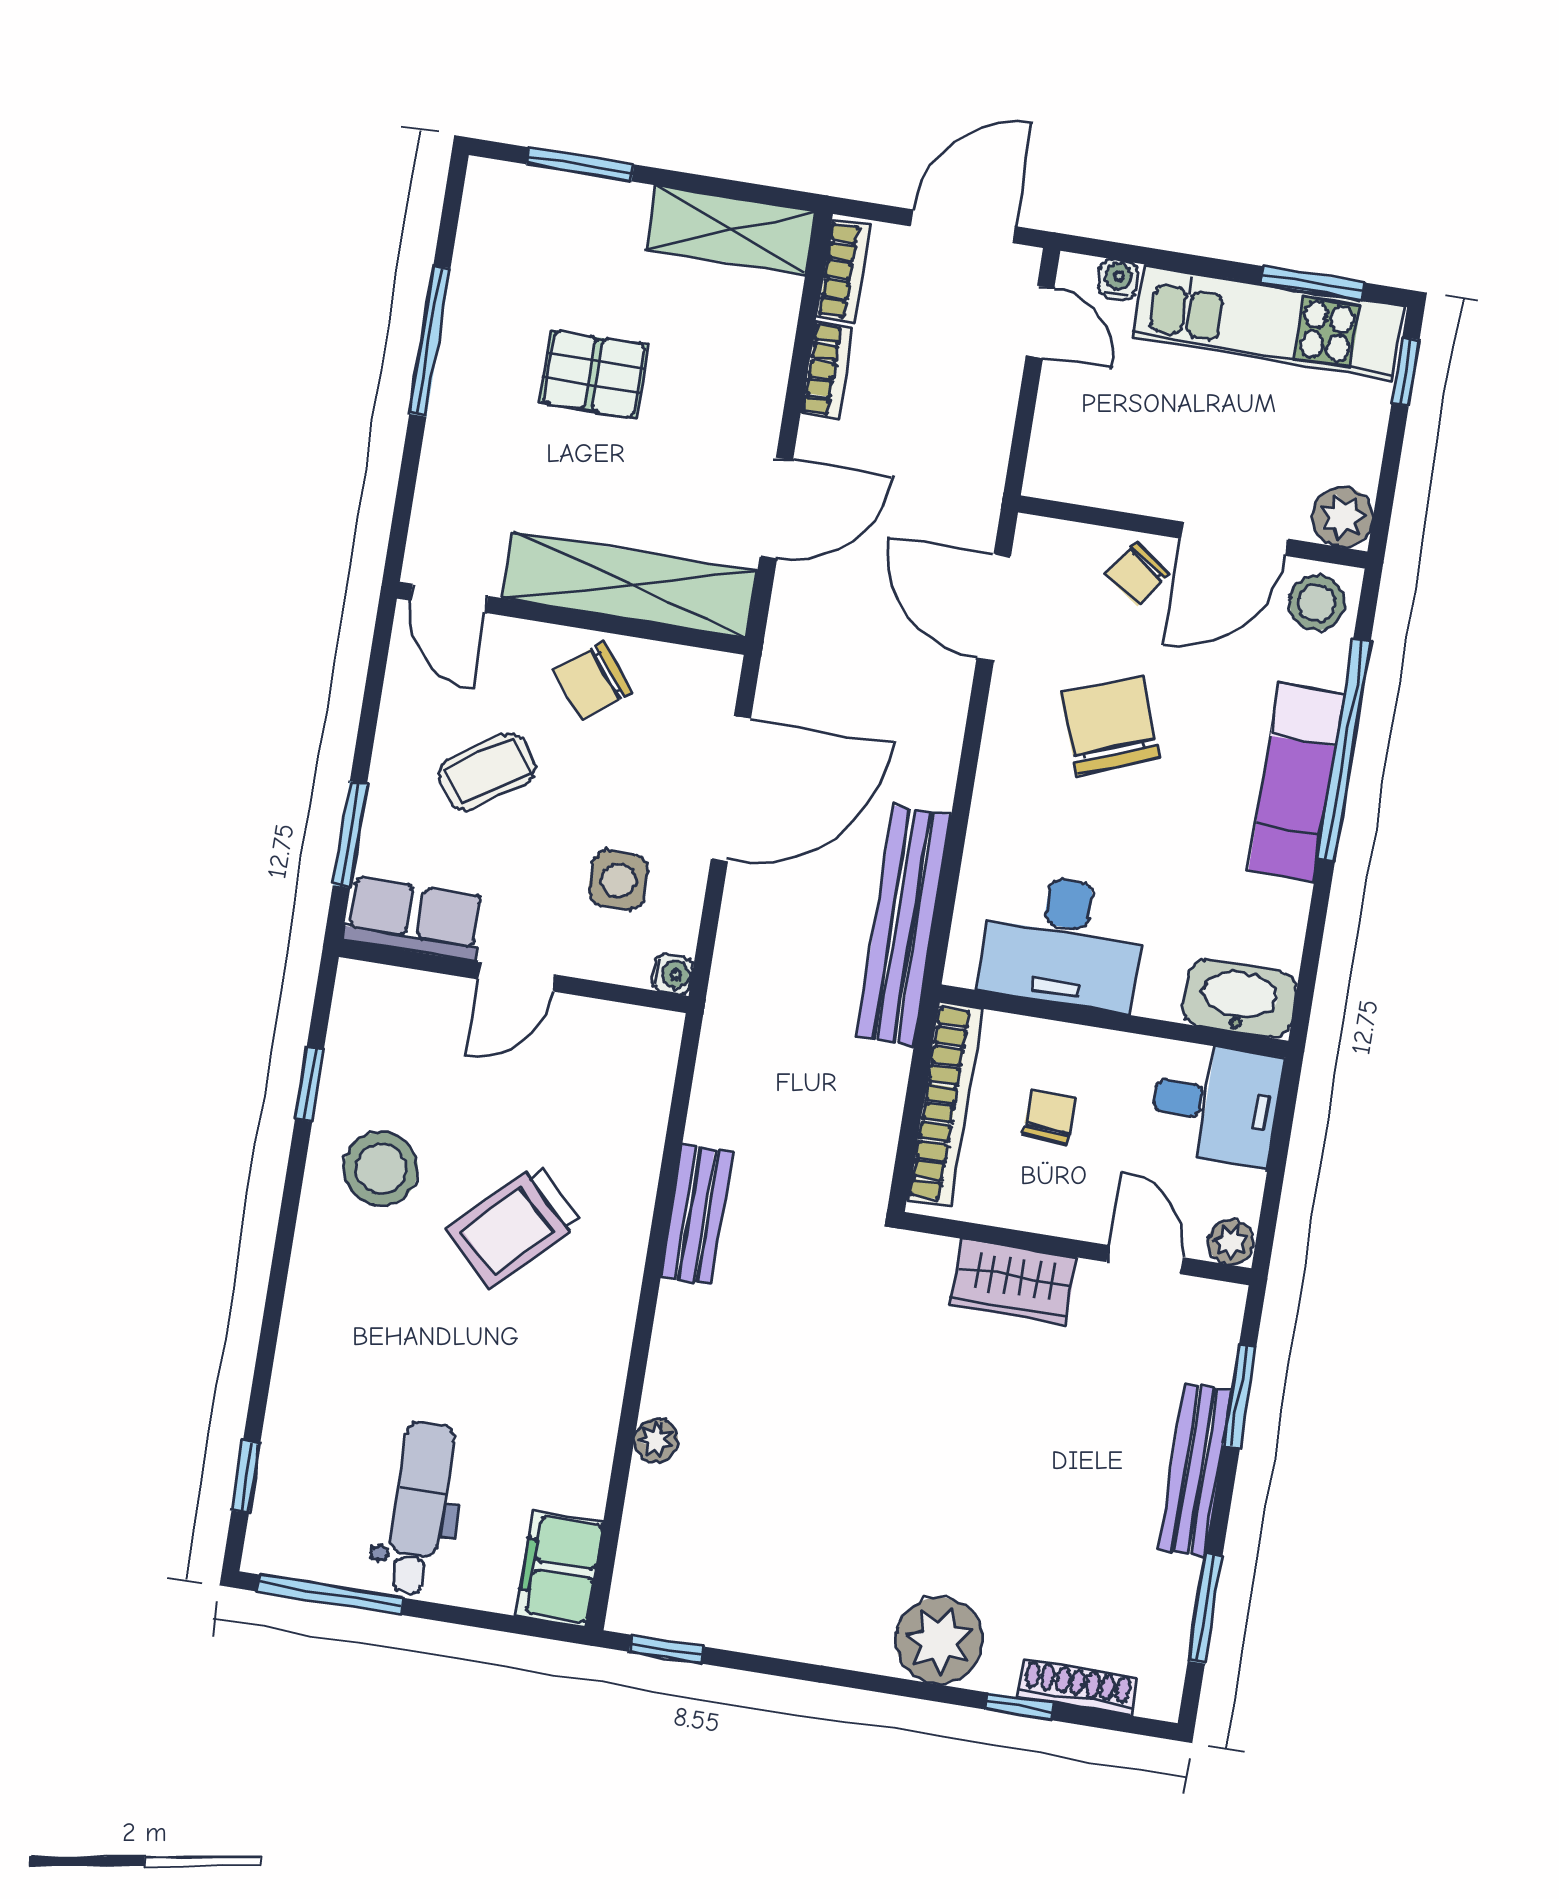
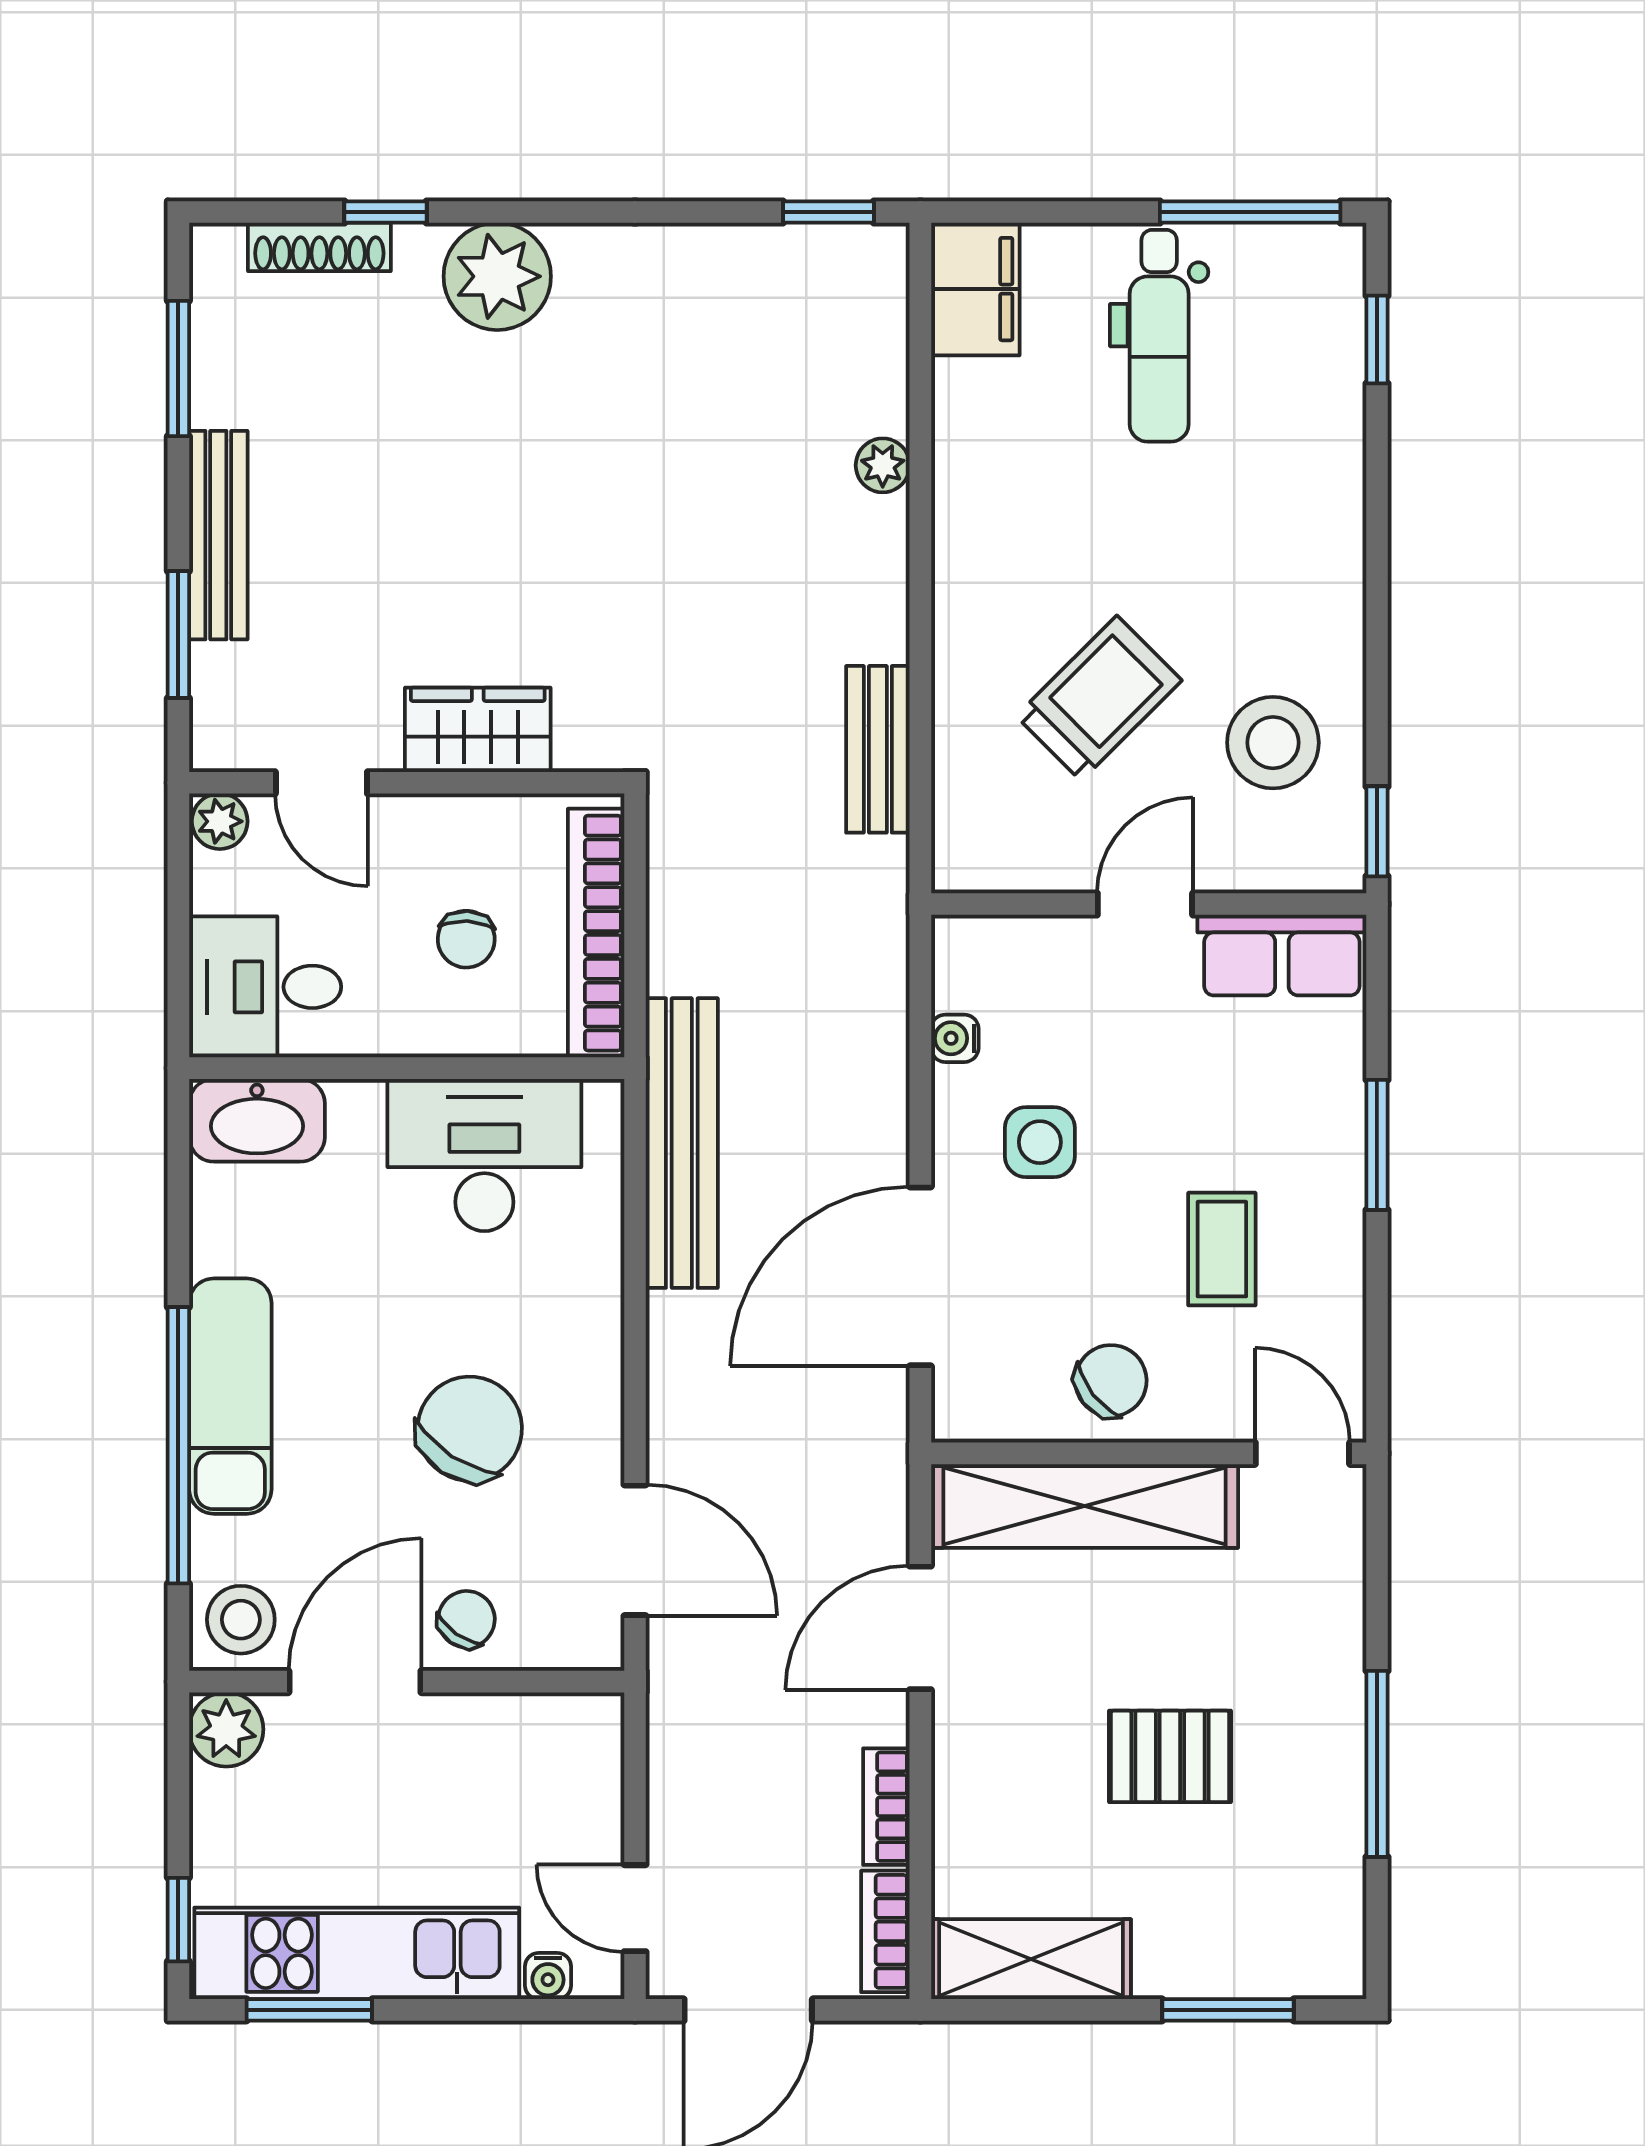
chair: (1110, 725) -> (470, 1429), turned -126
coffee table: (487, 772) -> (1222, 1249), turned -56
row of seats: (414, 919) -> (1282, 955), moved
wall: (514, 977) -> (1149, 904), moved
door: (517, 977) -> (1145, 904), moved

